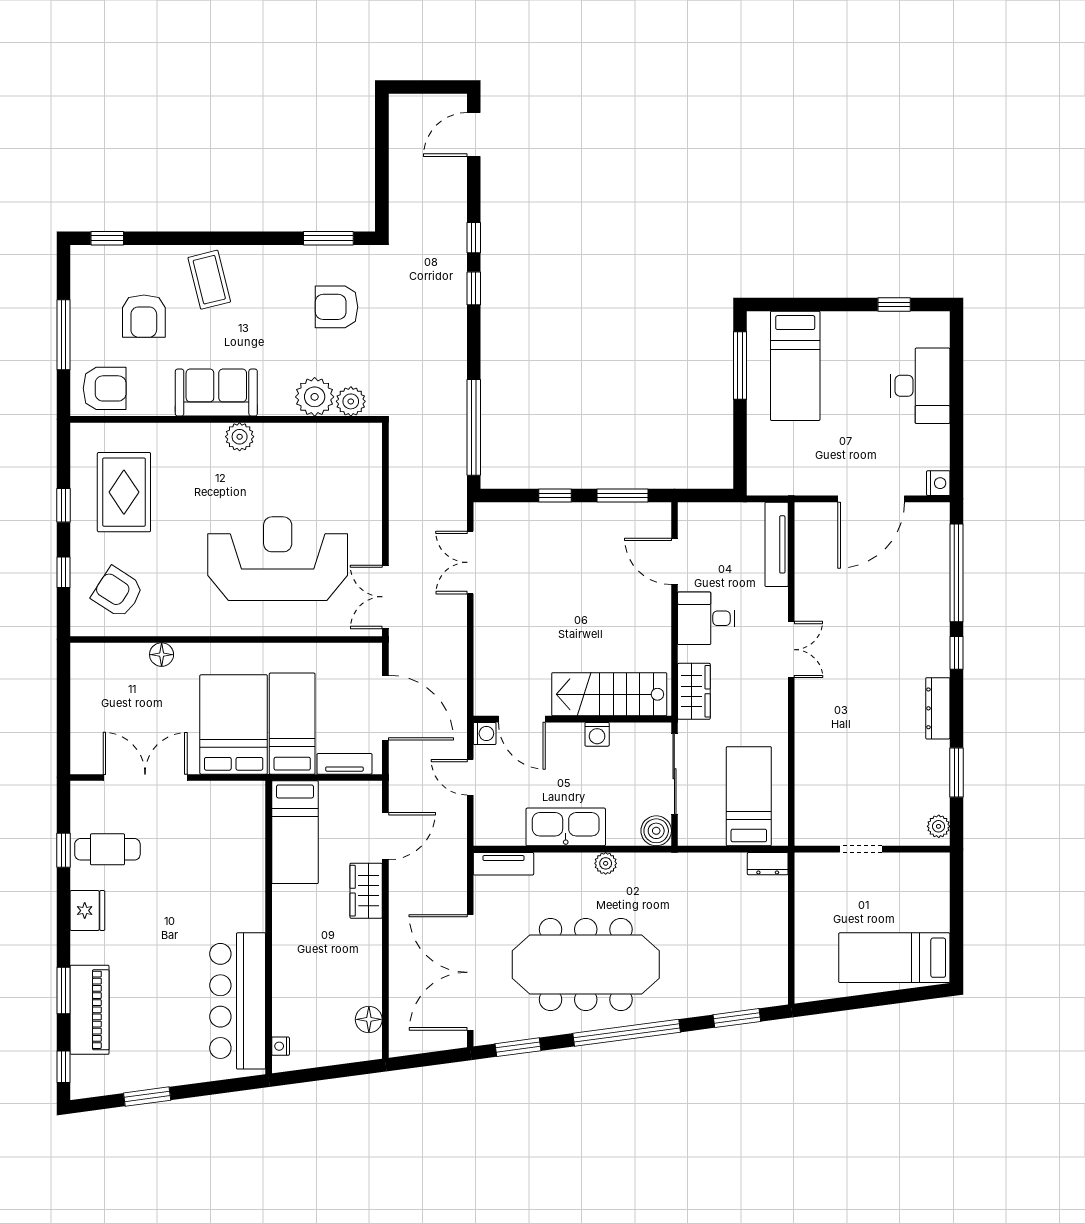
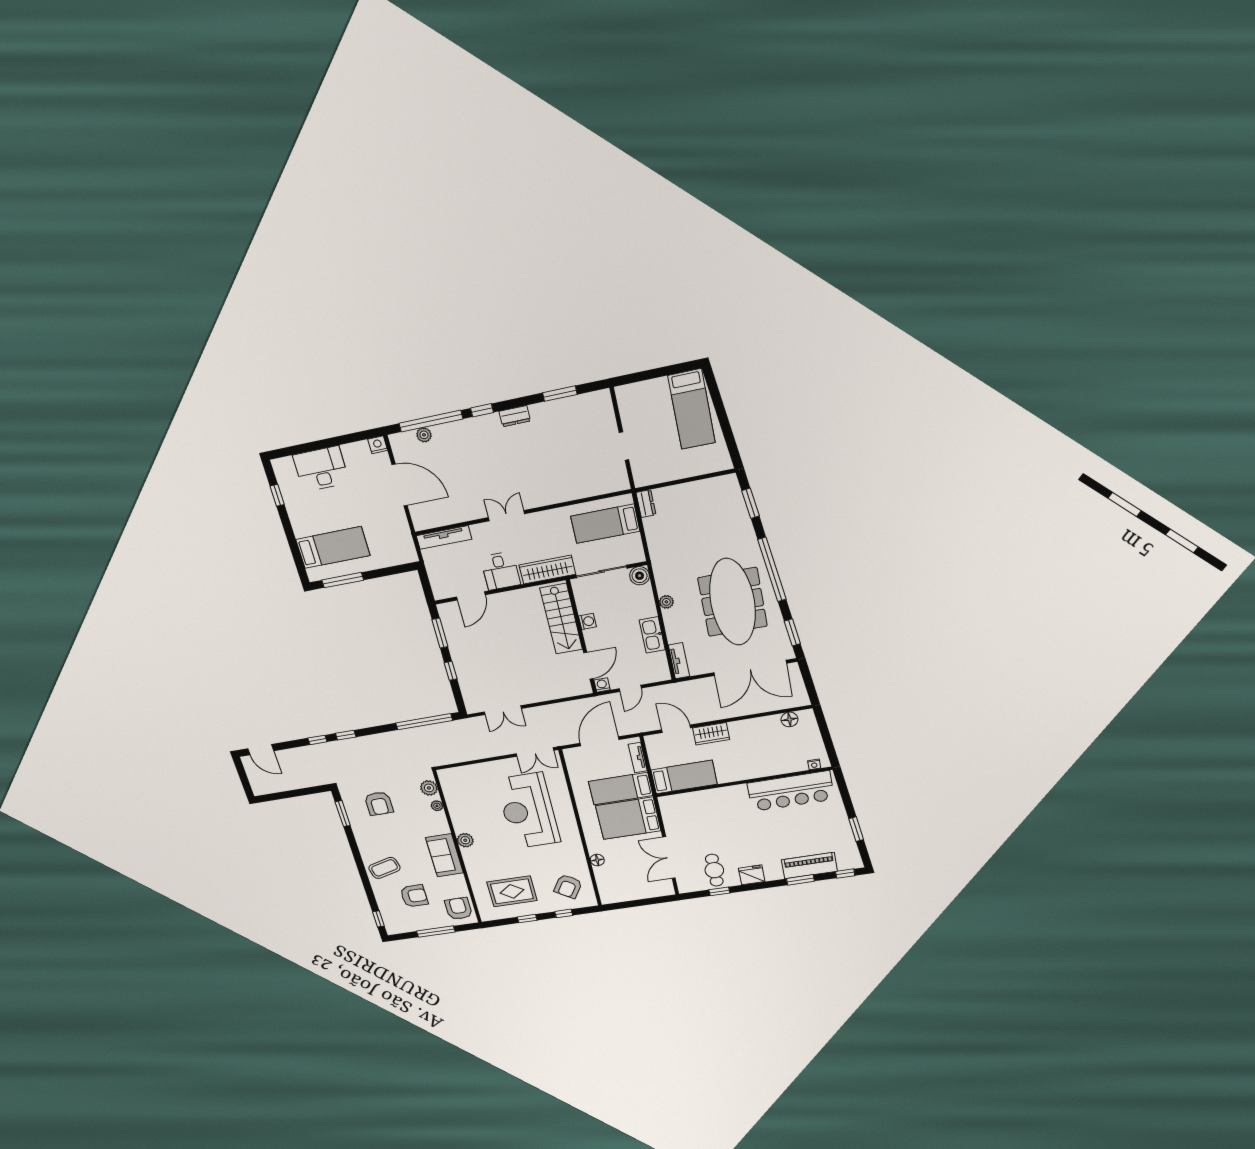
plant: (315, 397) -> (437, 806), width x0.53, depth x0.53
wardrobe: (694, 691) -> (547, 570), width x1.50
dresser: (938, 708) -> (515, 416), width x0.70
plant: (939, 826) -> (424, 435), moved
kitchen sink: (566, 827) -> (652, 635), width x0.73, depth x0.81

